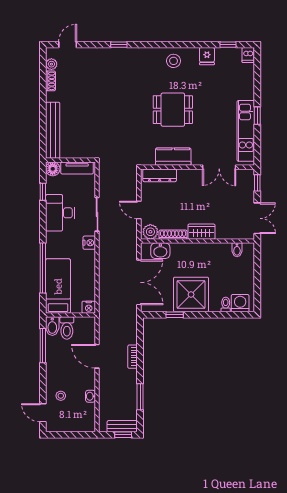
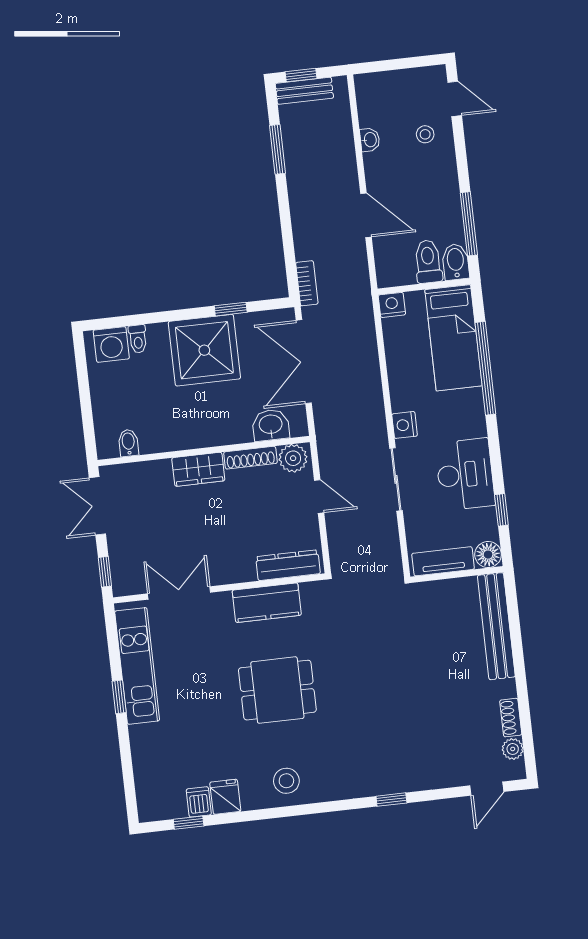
dishwasher: (248, 55) -> (199, 802), moved
bookcase: (133, 357) -> (307, 283), moved

